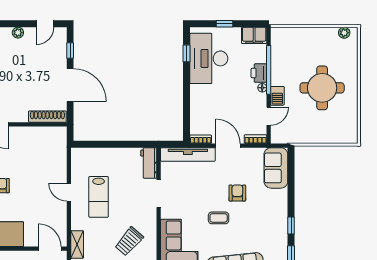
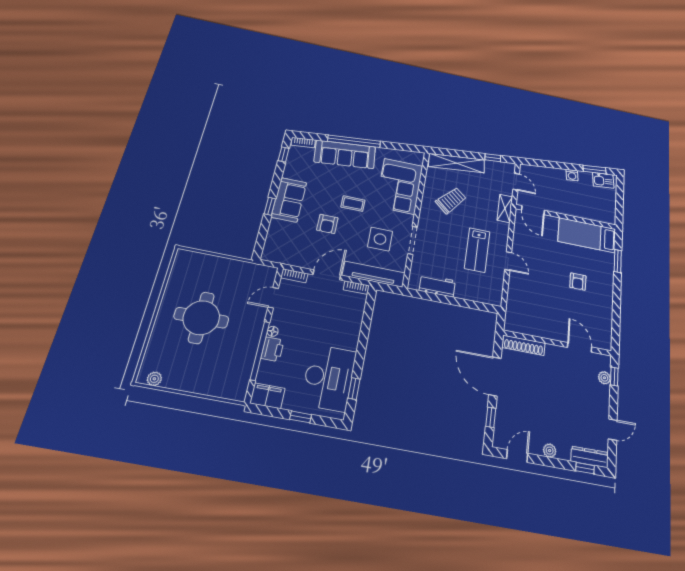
barbecue: (277, 96) -> (257, 319), removed
door: (228, 146) -> (327, 275), swing flipped
workbench: (149, 163) -> (437, 286), moved, turned -90
sofa: (276, 168) -> (289, 200), moved
side table: (188, 189) -> (380, 239), added
lab bench: (99, 197) -> (477, 250), turned 180
window: (291, 226) -> (270, 206), moved

